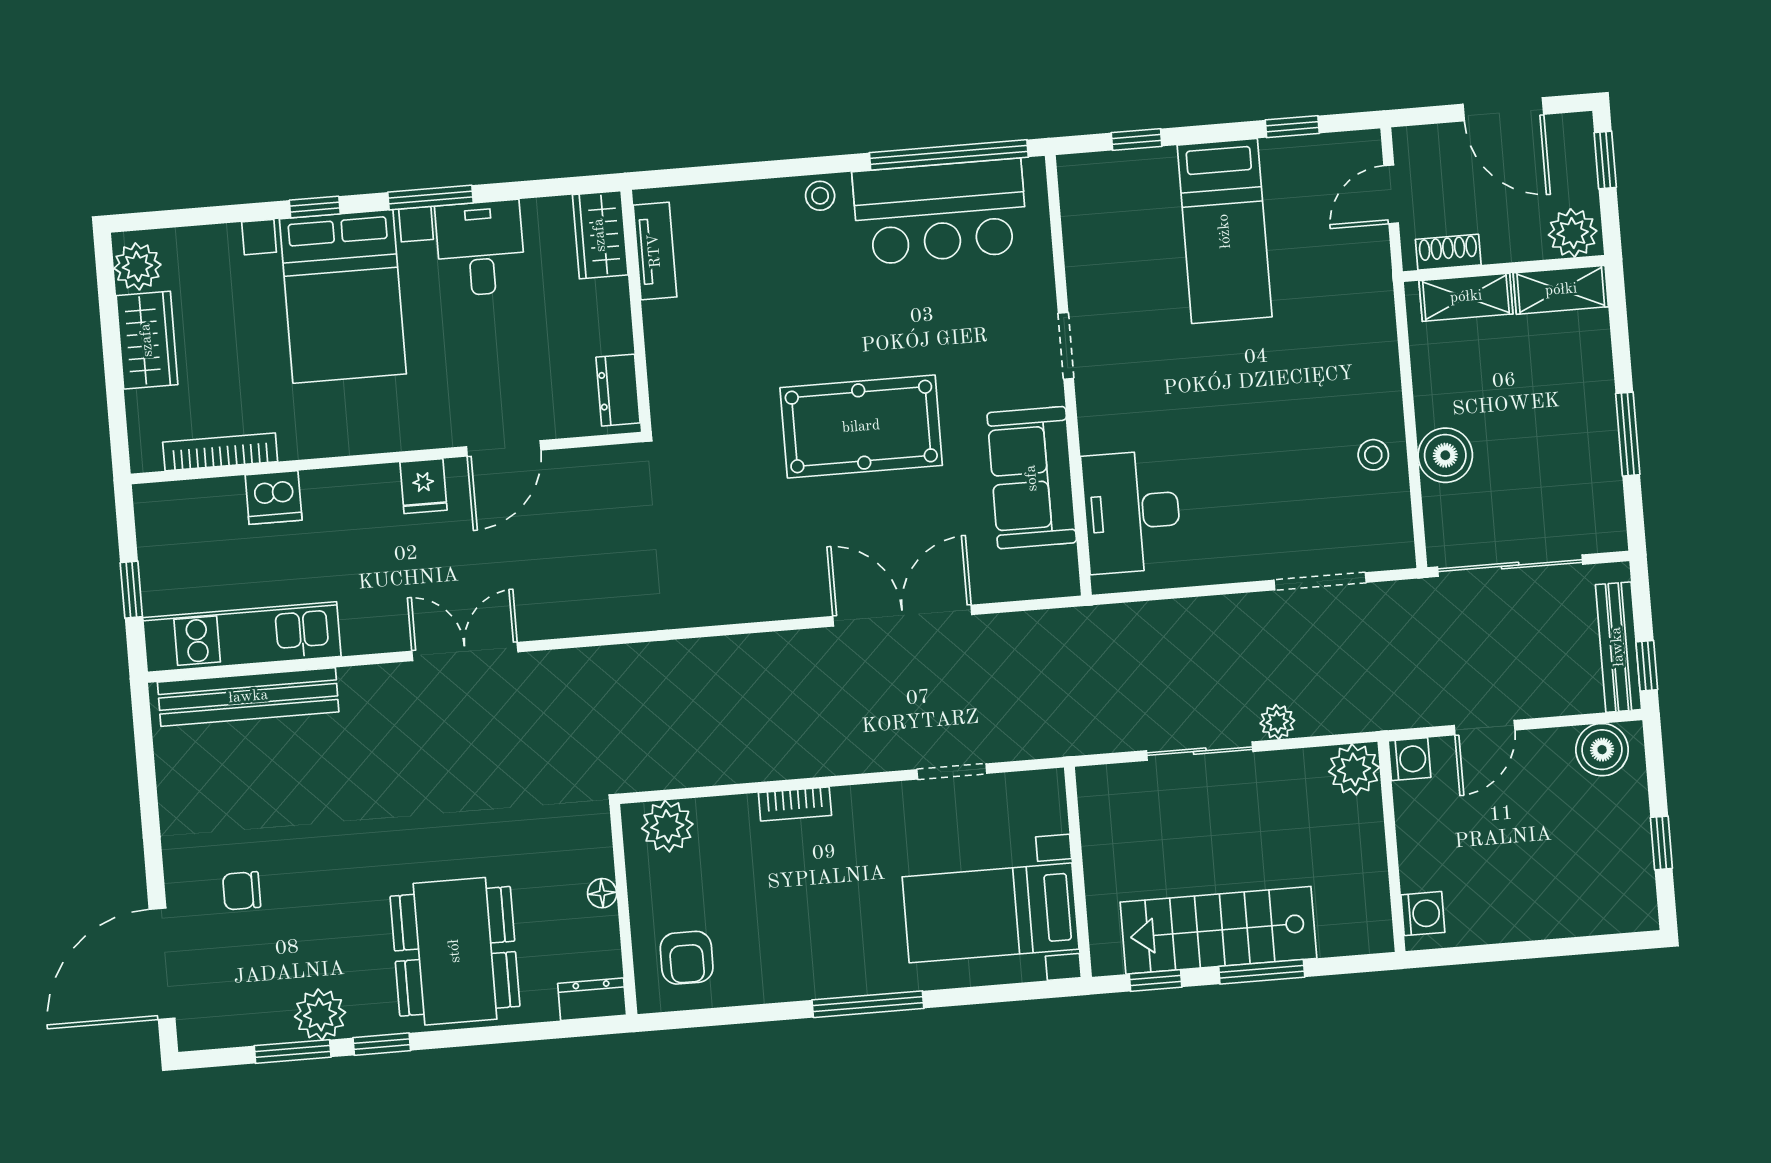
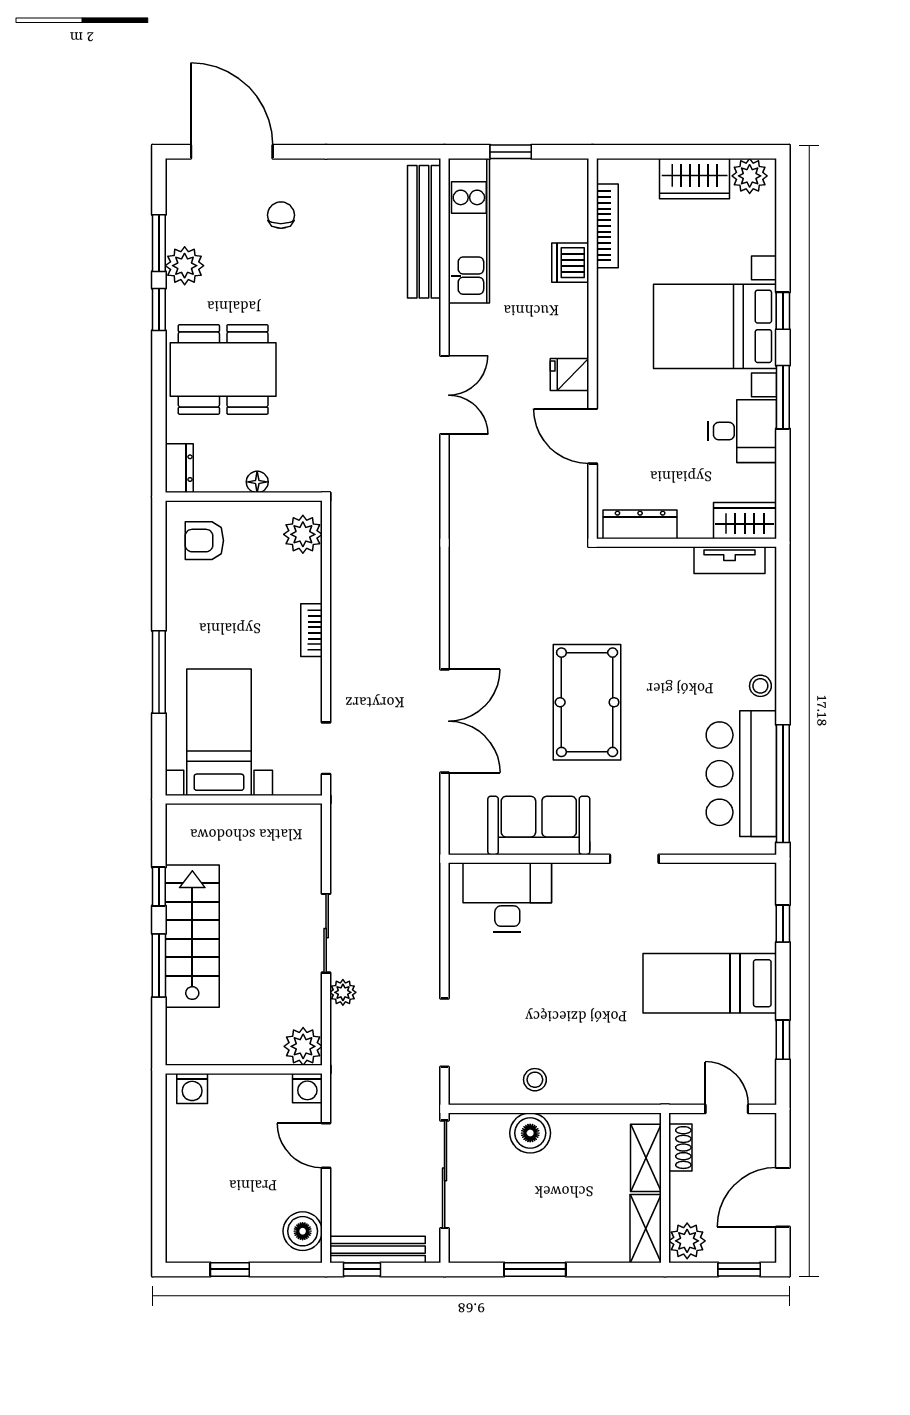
dresser: (618, 390) -> (640, 524), width x1.44
wall: (1078, 872) -> (244, 799), moved
bed with nightstands: (991, 913) -> (219, 732), moved

